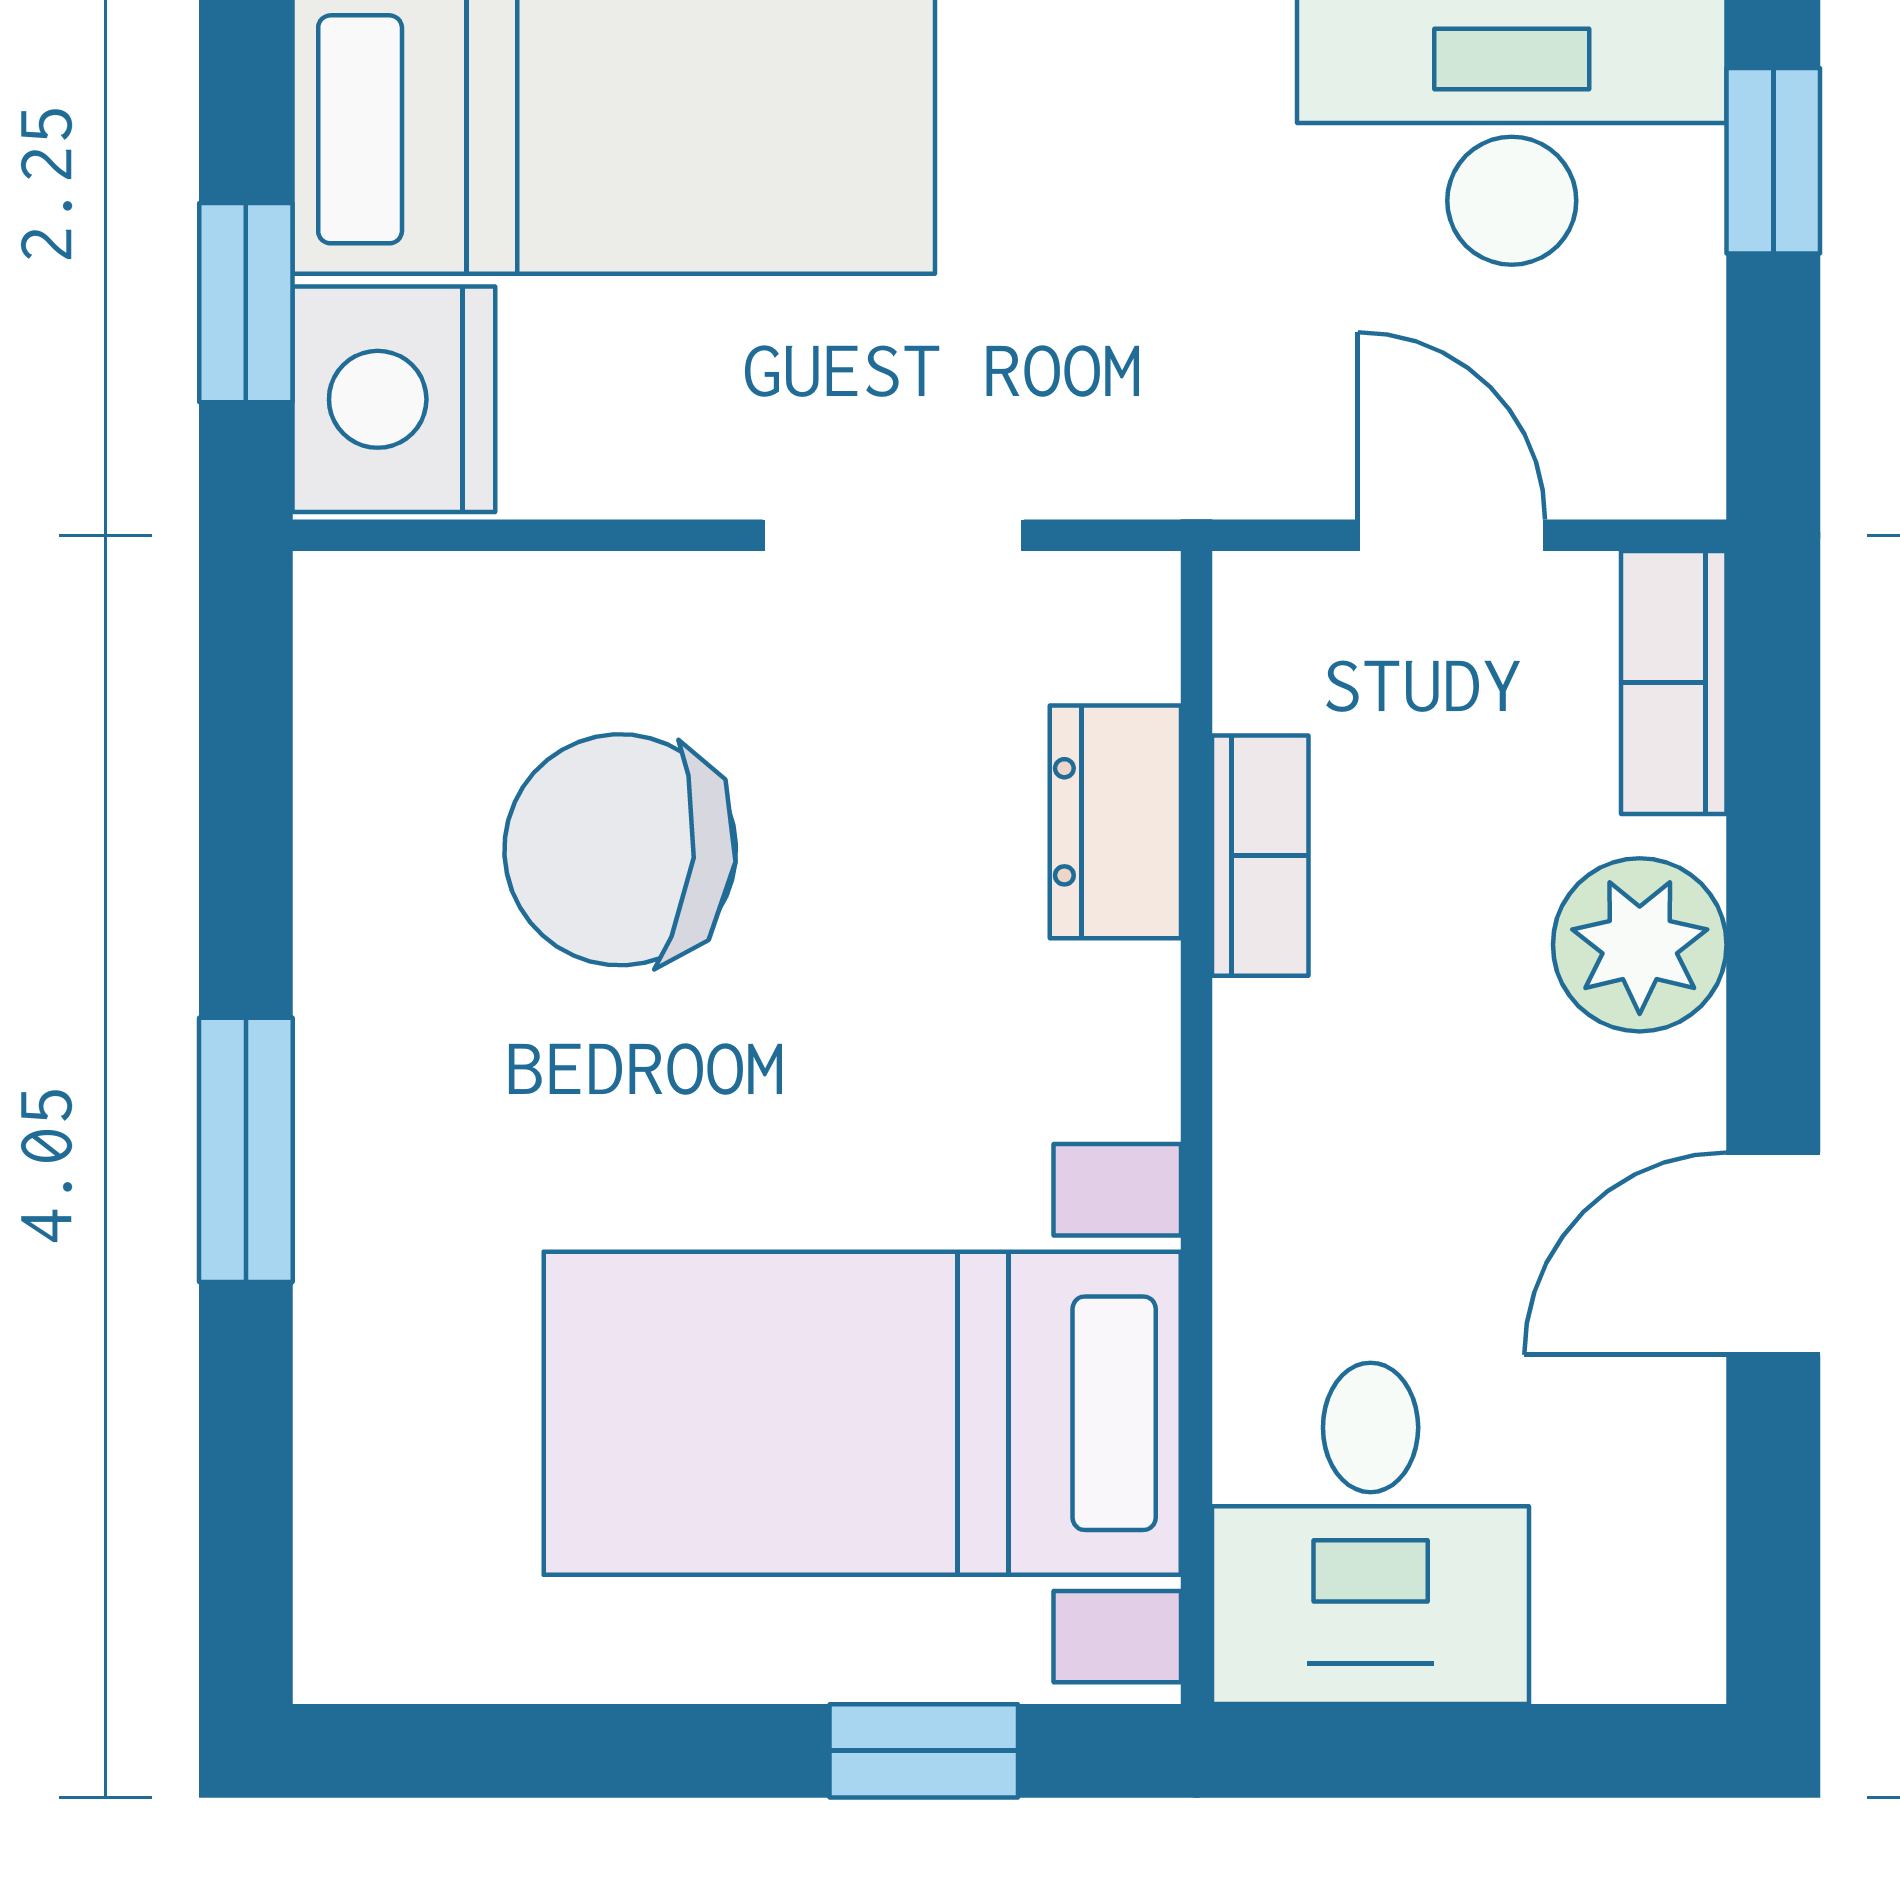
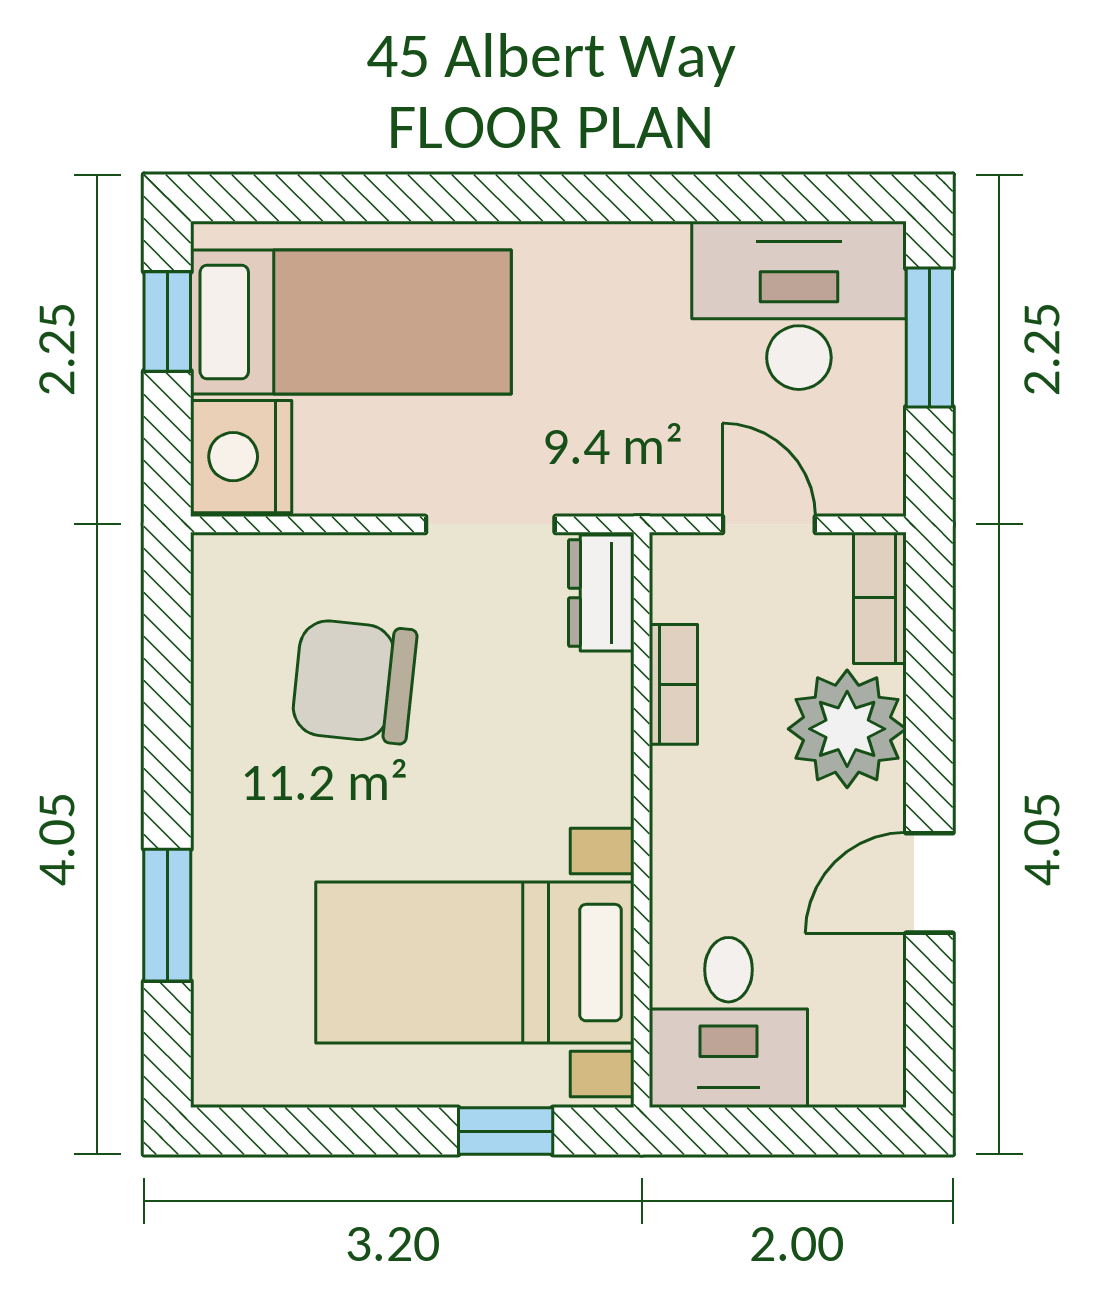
window: (1773, 161) -> (929, 338), width x1.50
window: (246, 303) -> (167, 321), moved
dresser: (1115, 822) -> (601, 593), moved
plant: (1640, 945) -> (847, 729), width x1.36, depth x1.36
window: (246, 1150) -> (167, 915), moved

